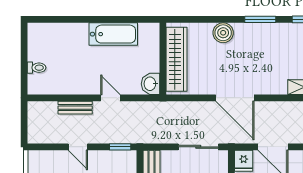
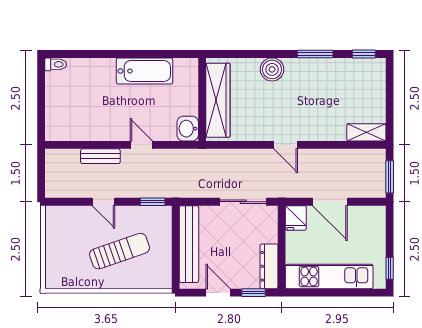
toilet: (37, 68) -> (56, 64), moved
door: (235, 98) -> (286, 145), width x0.53

